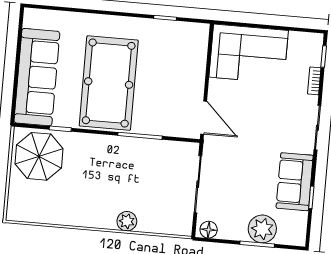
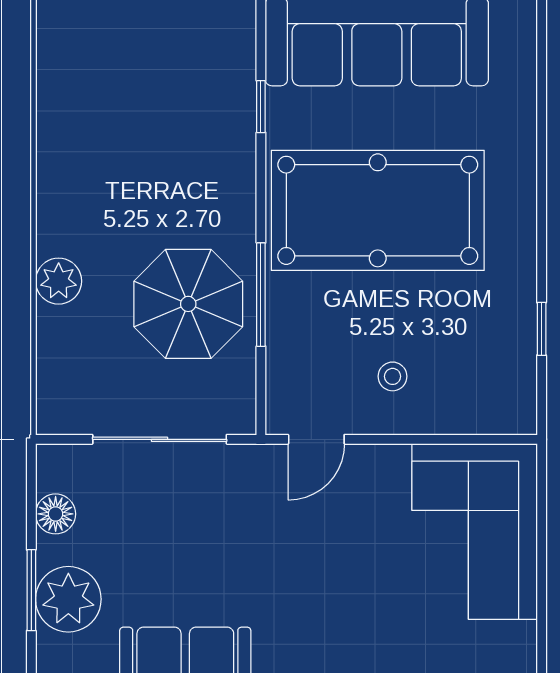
stool: (180, 83) -> (393, 376), added
door: (204, 118) -> (316, 439), width x0.73
parasol: (39, 156) -> (188, 304), moved
floor lamp: (209, 230) -> (56, 514), moved

